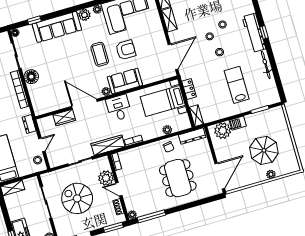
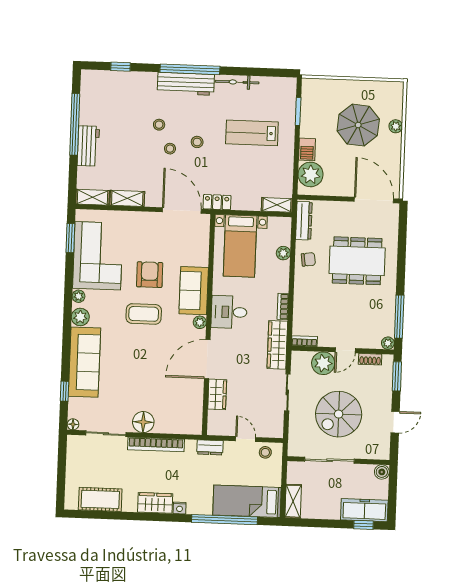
window: (264, 32) -> (190, 69), width x3.17
locker: (189, 89) -> (217, 202), moved

